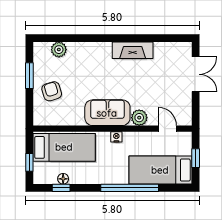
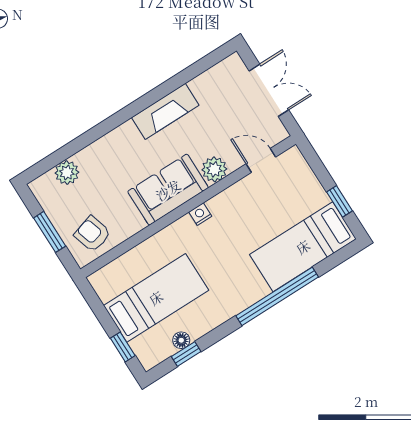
sofa: (107, 113) -> (168, 190), moved
plant: (139, 118) -> (214, 169), moved
wall: (112, 129) -> (188, 207), moved
door: (167, 129) -> (261, 160), moved
nightstand: (116, 137) -> (200, 214), moved

